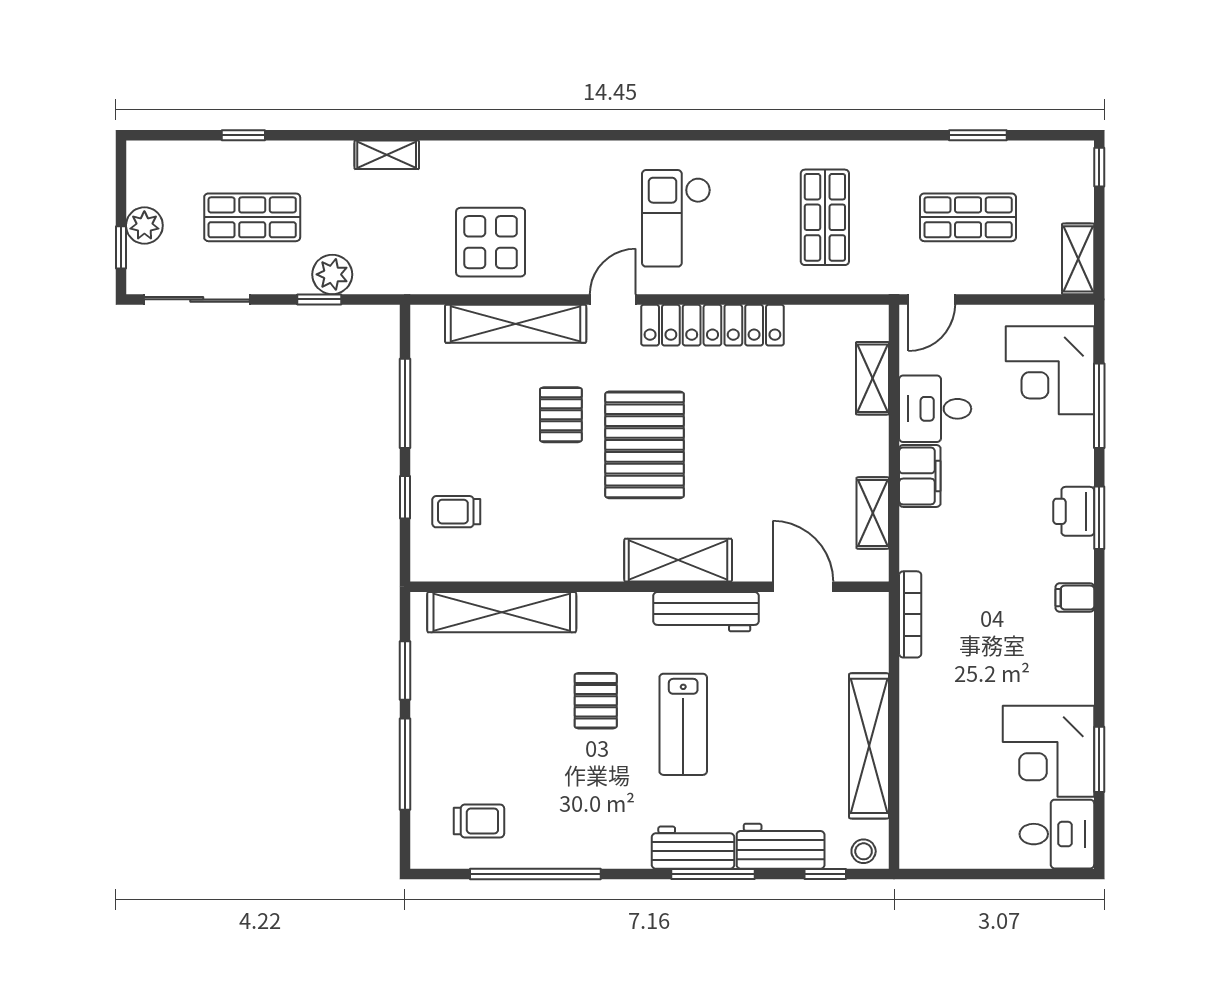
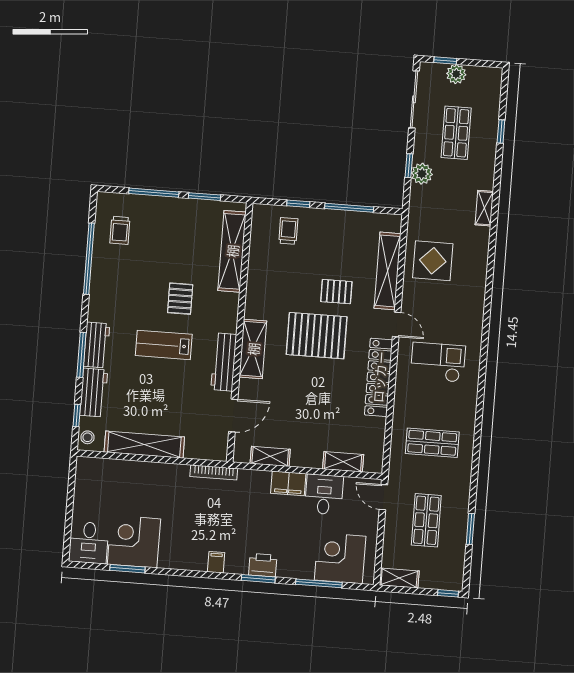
pallet: (596, 701) -> (180, 299), turned 90

